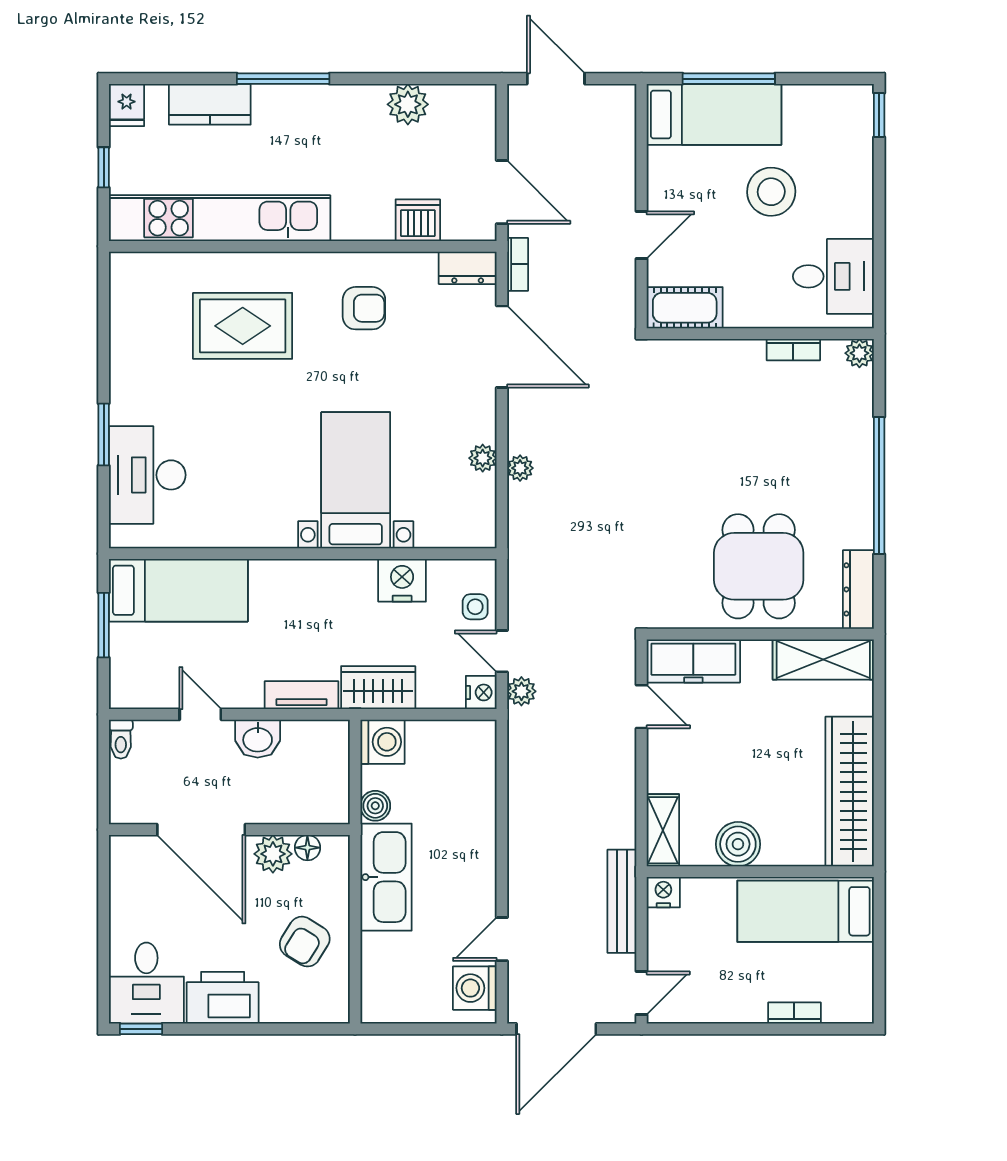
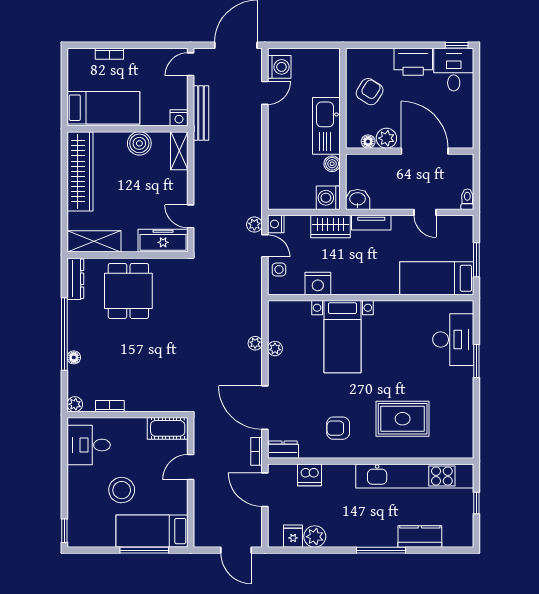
fridge: (127, 105) -> (293, 536), moved
floor lamp: (861, 441) -> (74, 357), added
washbasin: (258, 739) -> (358, 199), moved

